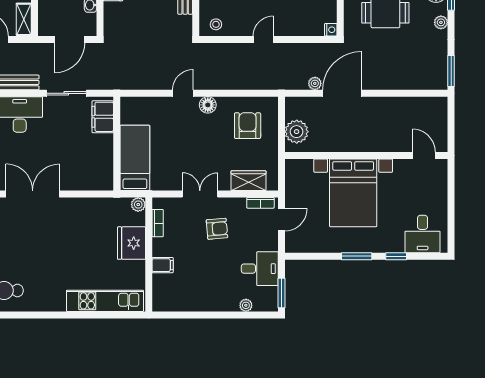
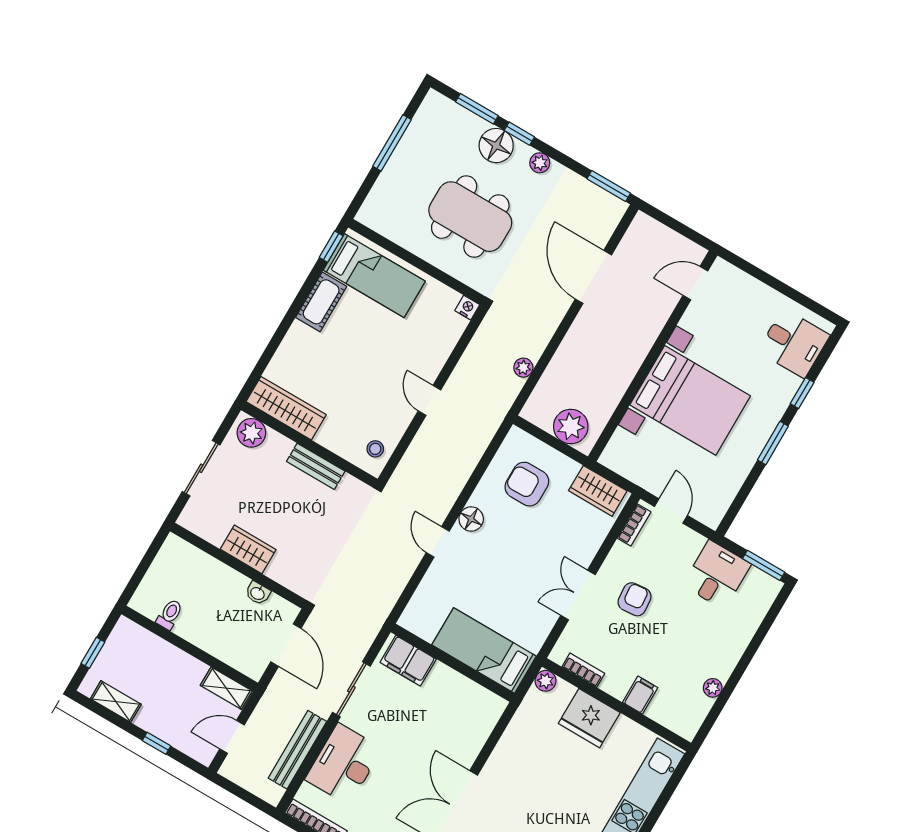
door: (342, 93) -> (593, 277), moved
wardrobe: (248, 181) -> (598, 491), moved, turned -90
plant: (246, 305) -> (713, 688), moved

